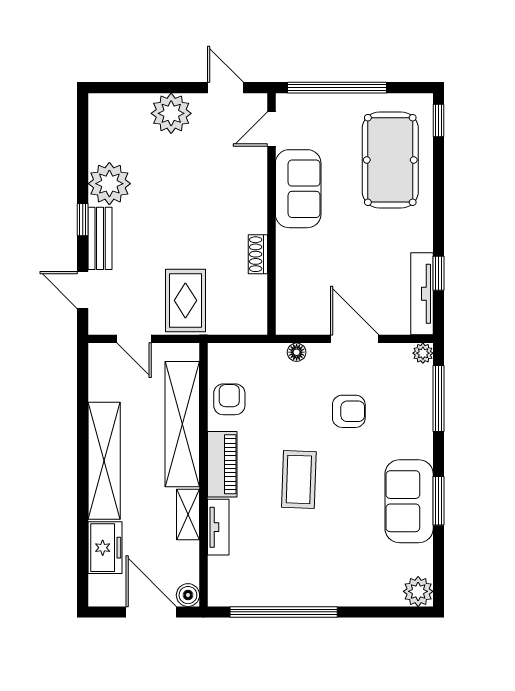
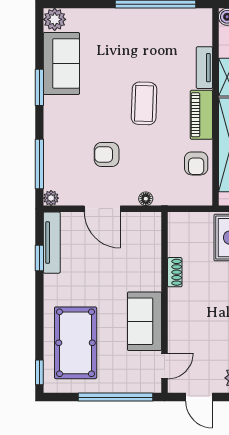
sofa: (409, 501) -> (61, 63), moved

